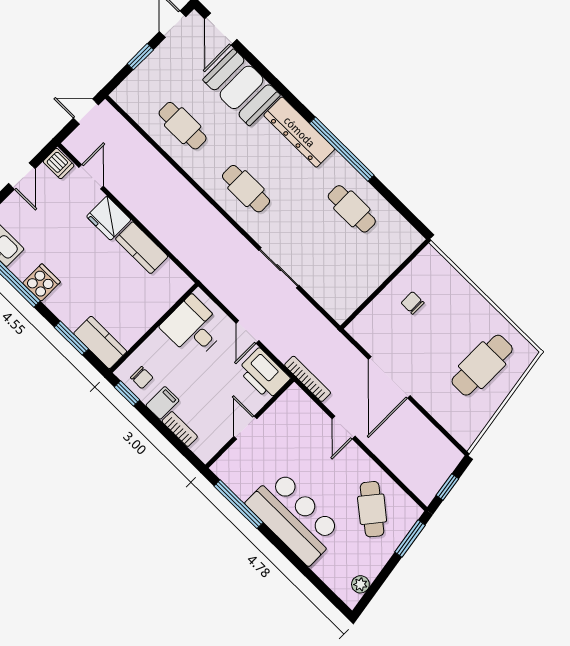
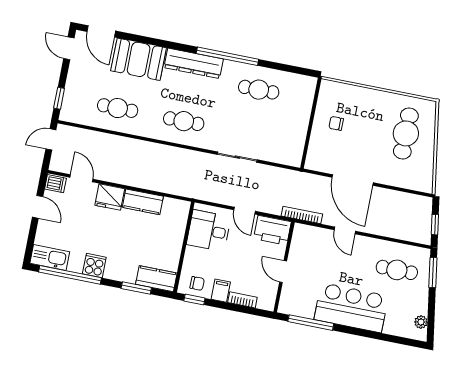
window: (140, 57) -> (59, 98), moved
cafe table: (372, 509) -> (397, 270), turned -39

